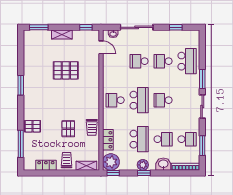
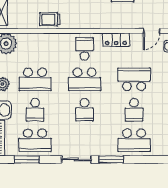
school desk: (139, 61) -> (134, 79), width x1.85
school desk: (163, 61) -> (134, 110), turned 180
school desk: (163, 100) -> (85, 110), turned 180
school desk: (187, 139) -> (35, 140), width x1.85
locker: (108, 140) -> (116, 40), moved

